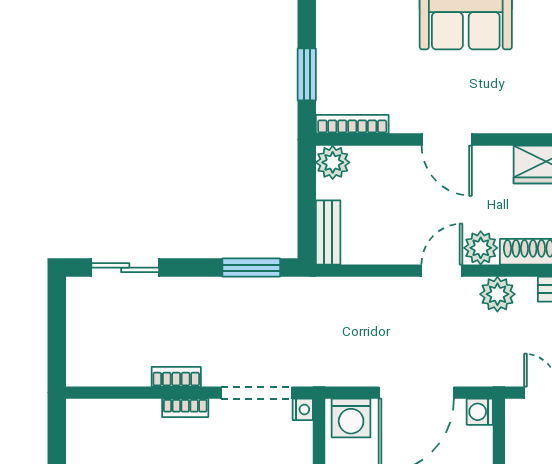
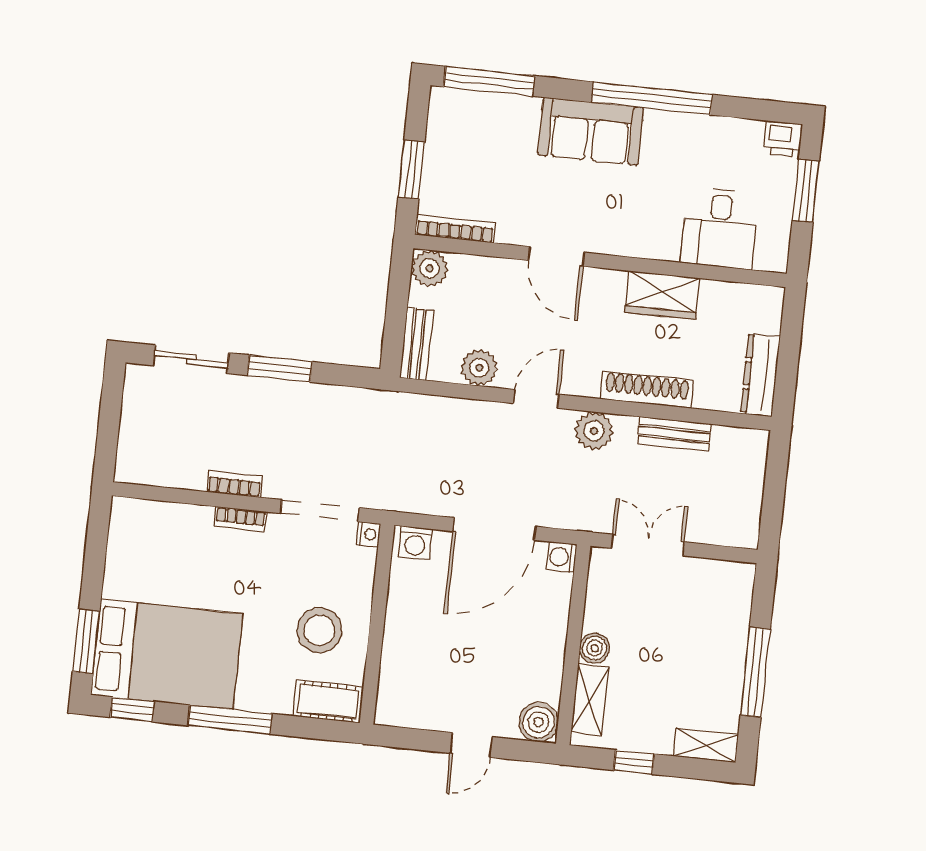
plant: (481, 248) -> (479, 368), moved
window: (251, 268) -> (280, 369), moved
washing machine: (351, 418) -> (415, 543), width x0.73, depth x0.73

